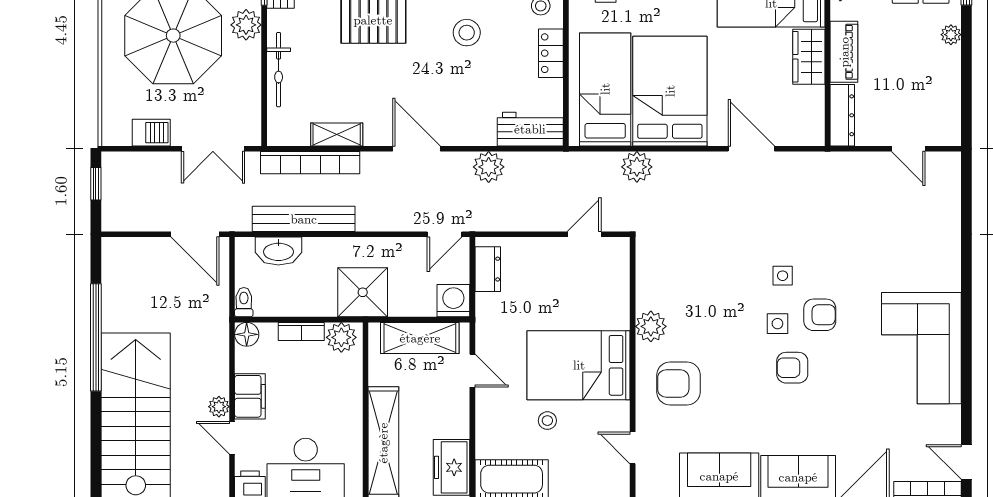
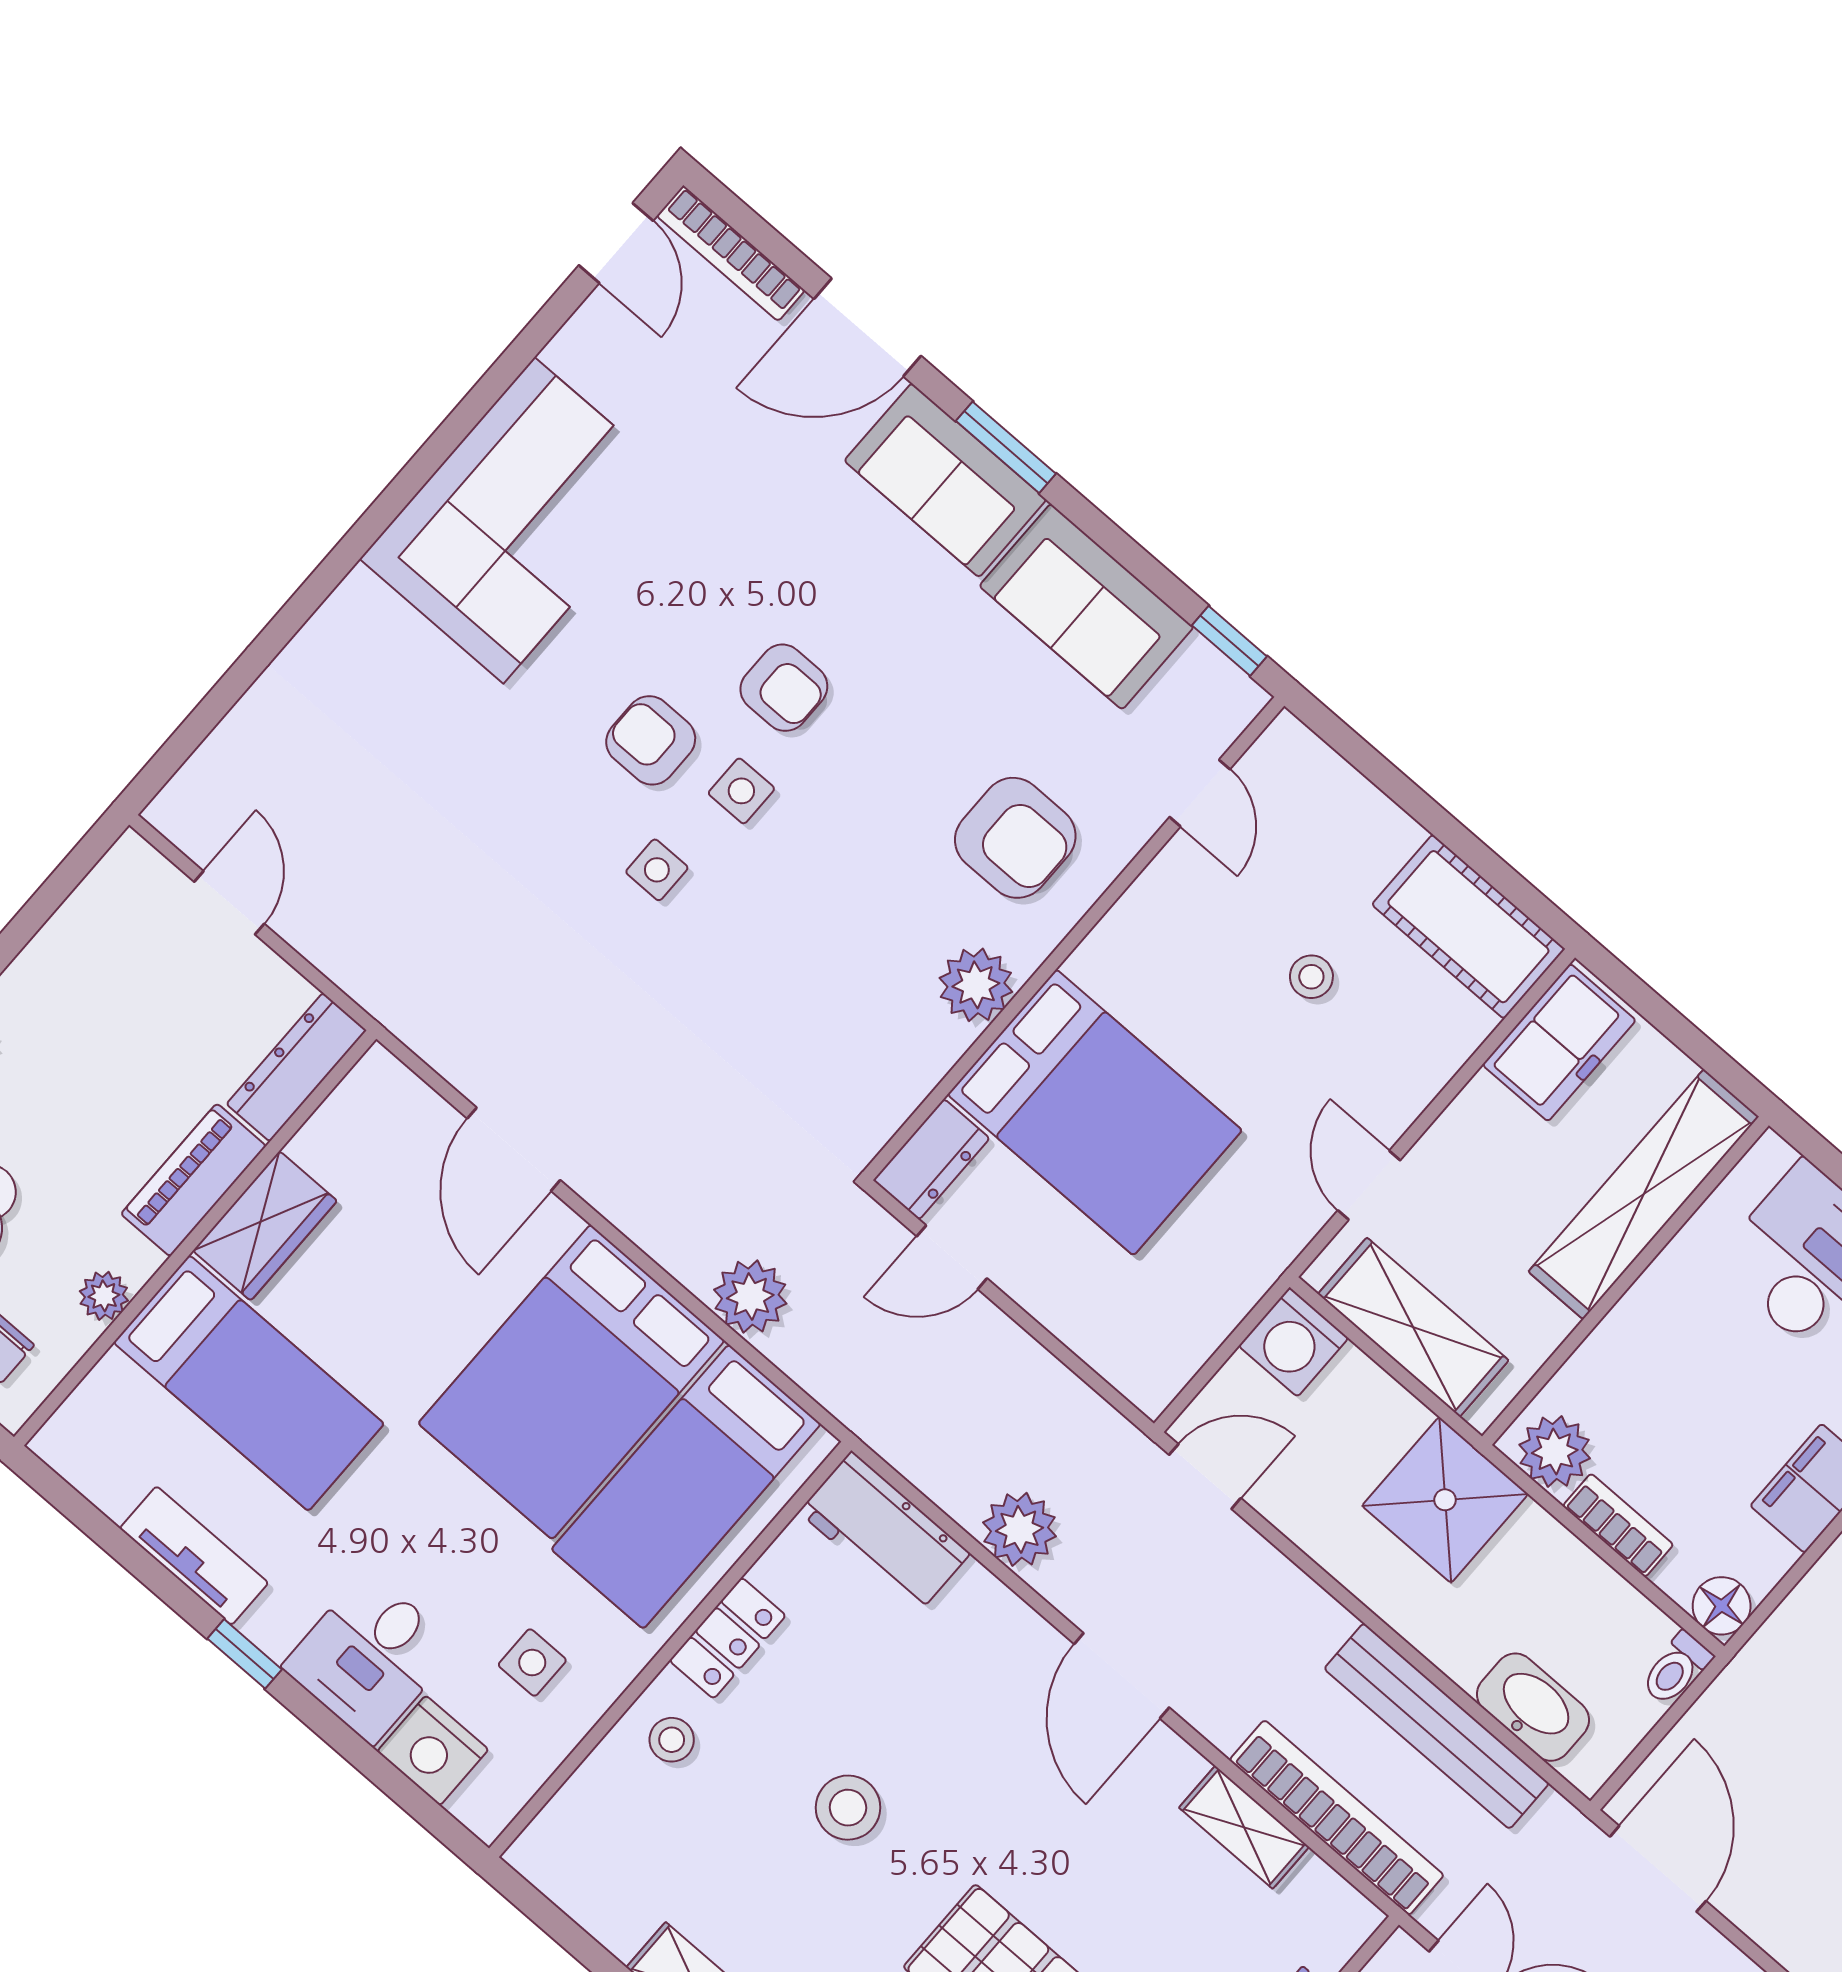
dresser: (488, 269) -> (931, 1159), moved, turned 180
bed: (579, 365) -> (1095, 1112), moved

